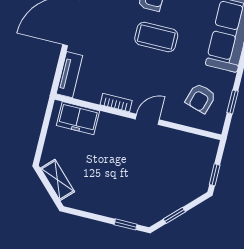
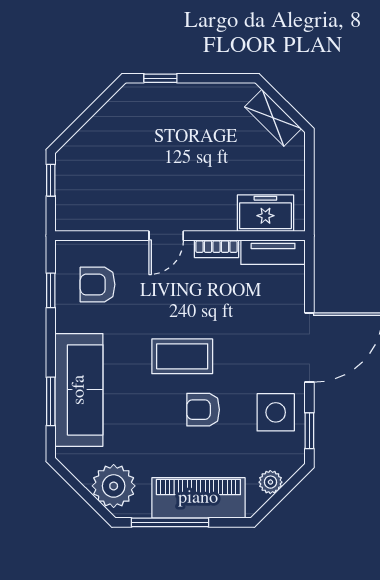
tv unit: (69, 75) -> (273, 252), moved, turned -90
armchair: (201, 98) -> (98, 285), turned -107
window: (174, 215) -> (94, 108), removed

